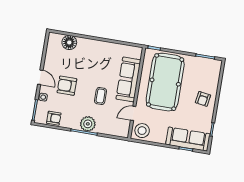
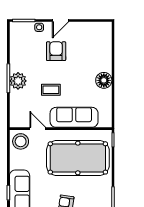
floor lamp: (69, 42) -> (104, 80), moved
armchair: (54, 118) -> (18, 43), removed

